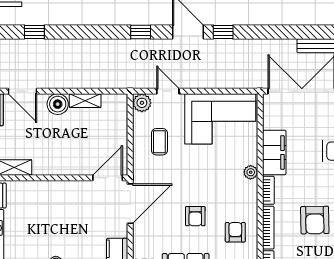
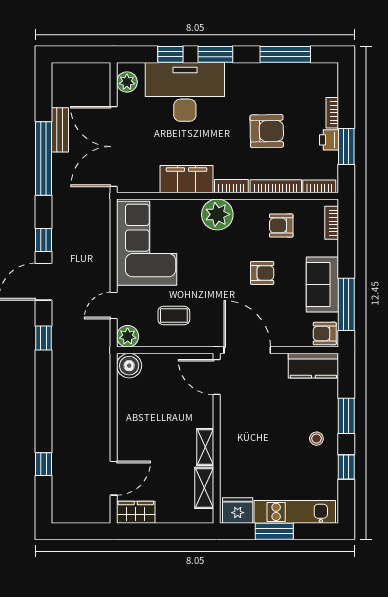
window: (292, 32) -> (43, 158), added
shelving: (85, 101) -> (205, 447), moved
boiler: (58, 104) -> (129, 366), moved
plant: (251, 172) -> (217, 214), width x1.87, depth x1.87

